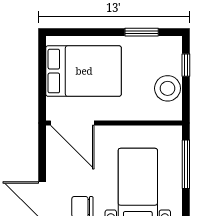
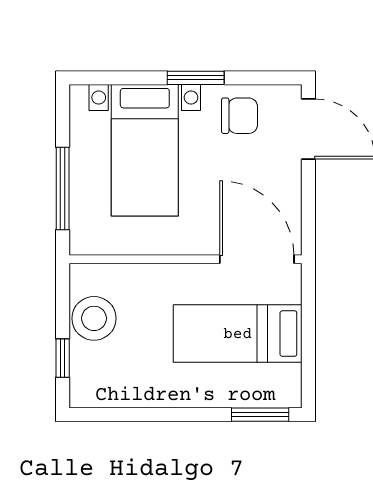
window: (142, 32) -> (260, 415), moved
bed: (84, 71) -> (238, 334), width x0.67

